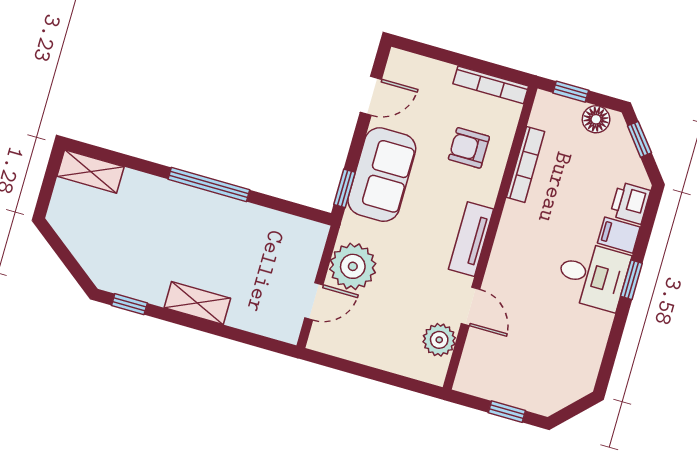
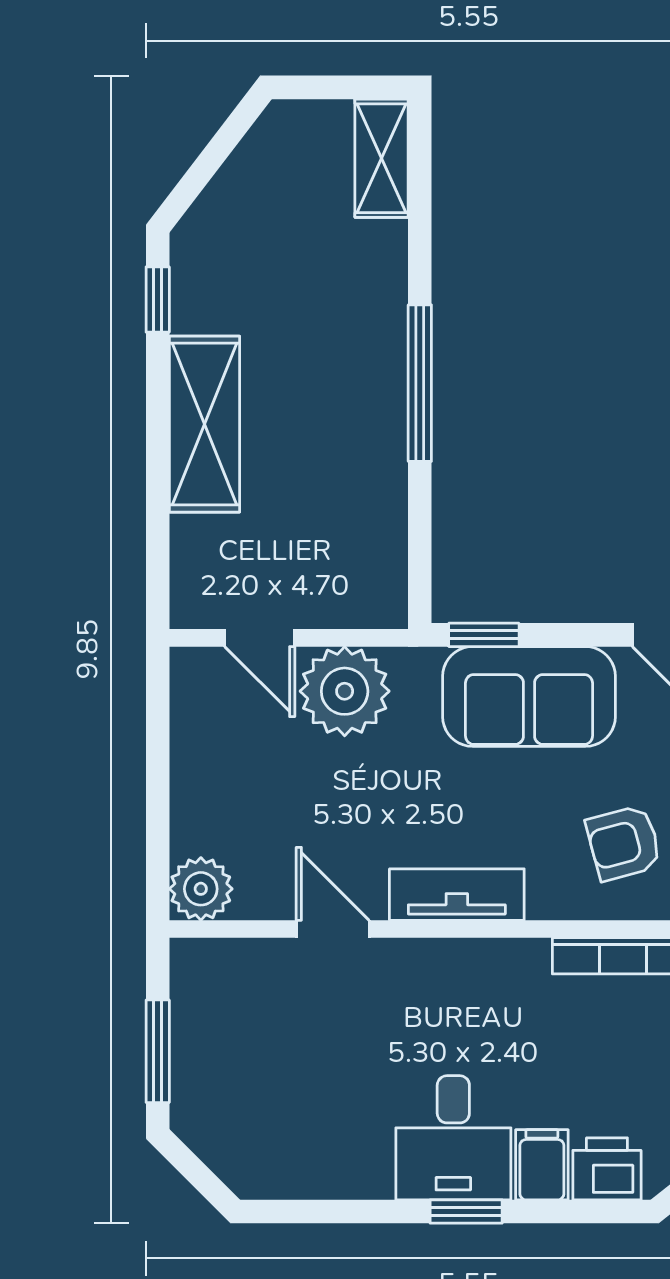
armchair: (469, 148) -> (624, 843), turned -105
shelving: (197, 303) -> (205, 424), width x1.50, depth x1.33
door: (471, 306) -> (333, 929), swing flipped
plant: (439, 340) -> (201, 889), moved
window: (507, 412) -> (158, 1051), width x1.50

